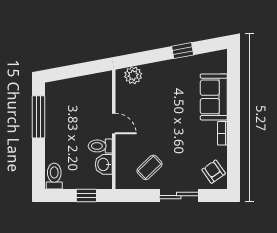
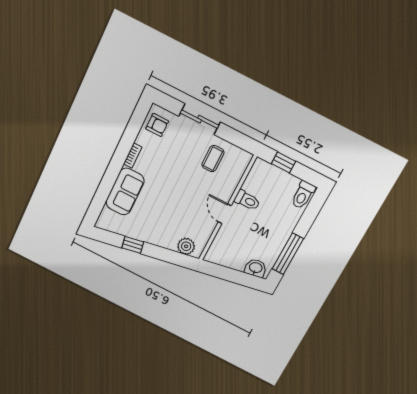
washbasin: (104, 164) -> (256, 268), moved, turned -101
coffee table: (150, 167) -> (213, 159), turned -46
armchair: (214, 172) -> (157, 125), turned -55

